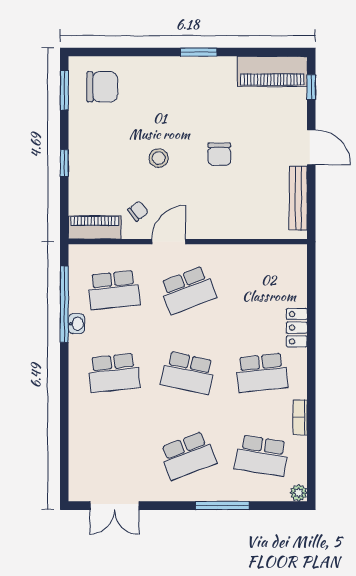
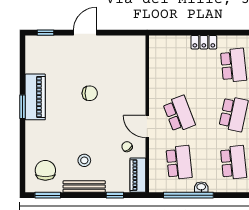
piano: (272, 71) -> (35, 97), moved
stool: (159, 158) -> (84, 160), moved
window: (64, 163) -> (115, 195), moved
bench: (298, 198) -> (84, 187), moved

